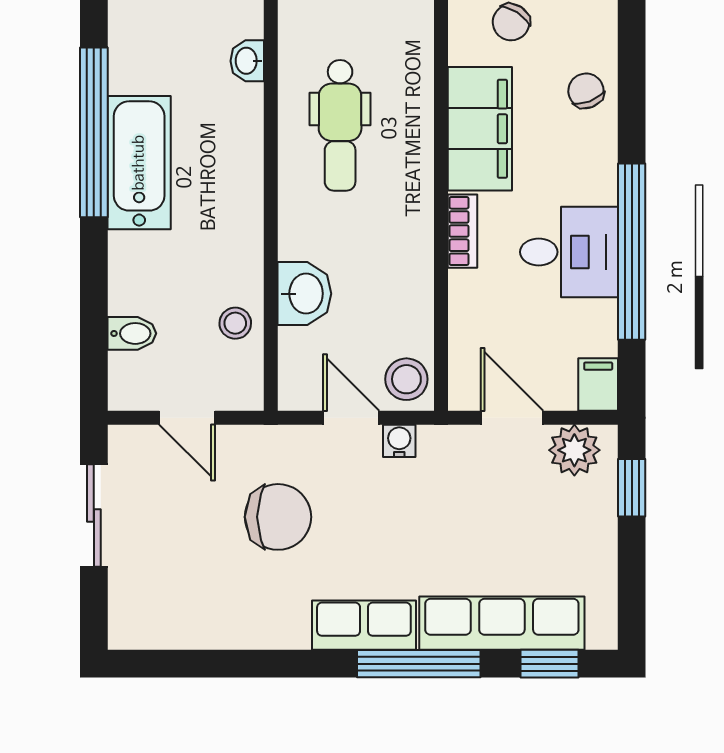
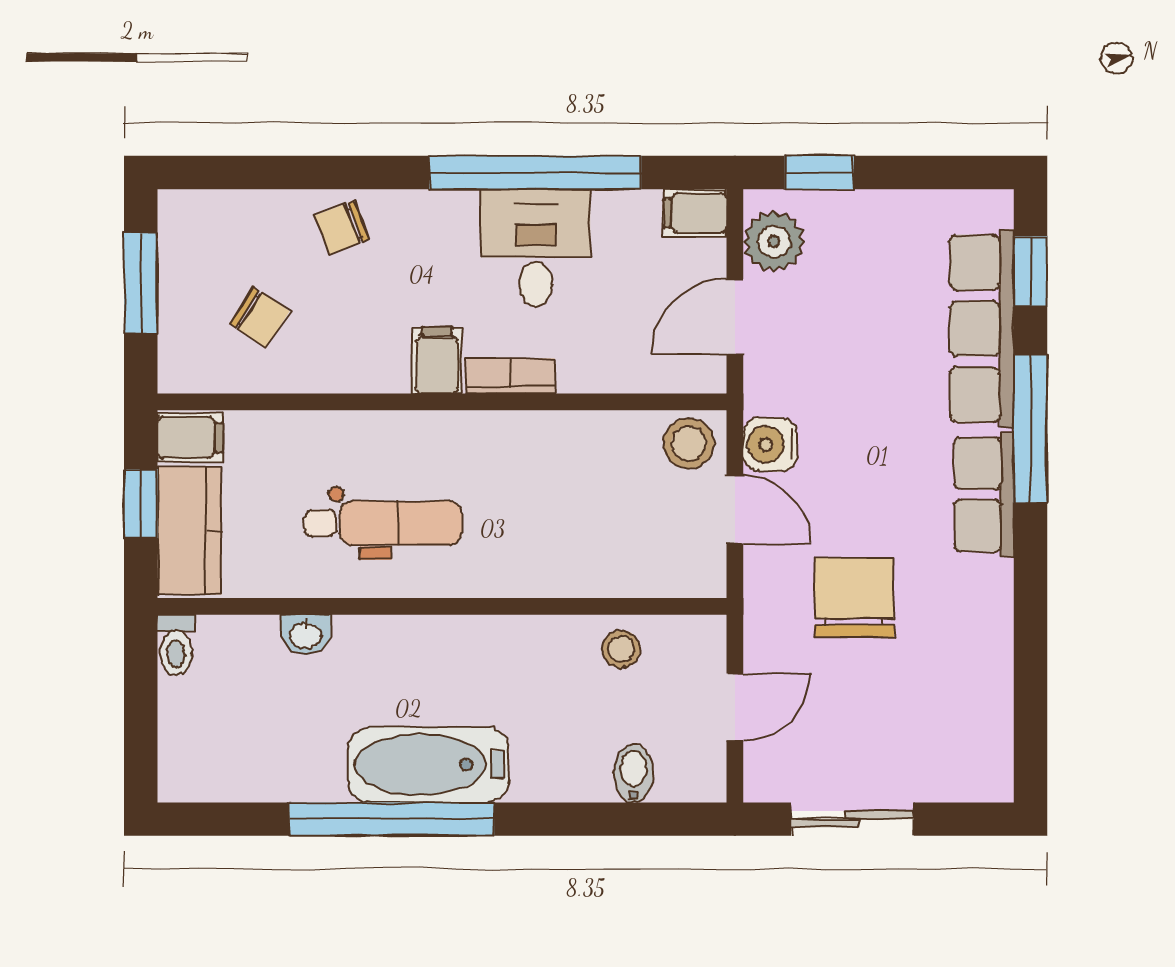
filing cabinet: (480, 129) -> (437, 361), width x0.33, depth x0.86
washbasin: (304, 294) -> (586, 566), removed
door: (351, 418) -> (735, 510), swing flipped
water cooler: (399, 441) -> (770, 445), width x1.38, depth x1.38

